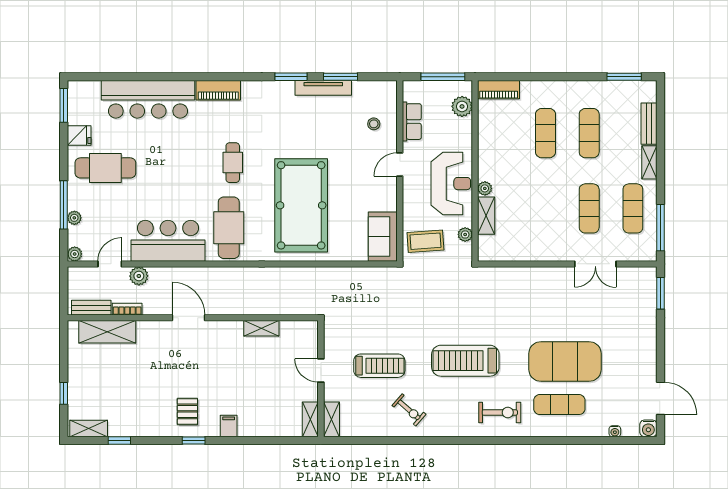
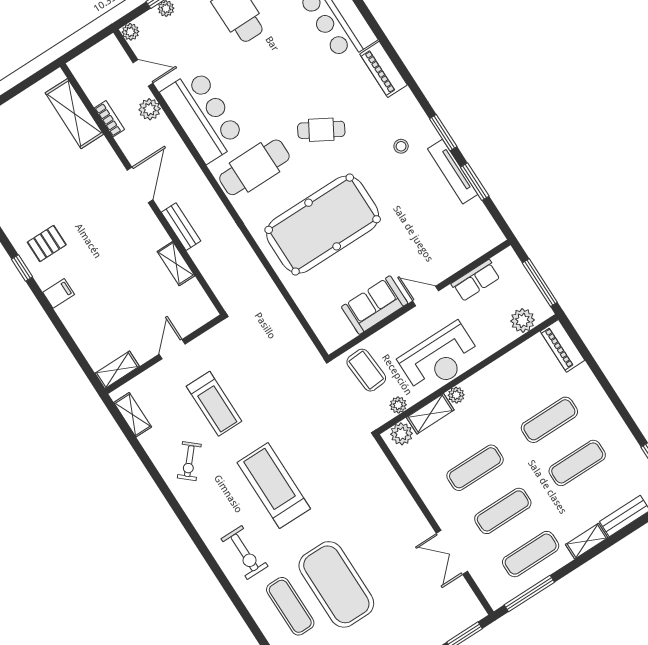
stool: (374, 124) -> (401, 146), moved
cafe table: (233, 163) -> (321, 130), turned 30
exercise mat: (545, 208) -> (475, 468), added
sofa: (383, 237) -> (375, 305), moved
plant: (487, 245) -> (401, 434), added
bench: (91, 308) -> (181, 227), moved
shelving: (331, 419) -> (133, 415), moved, turned 90

